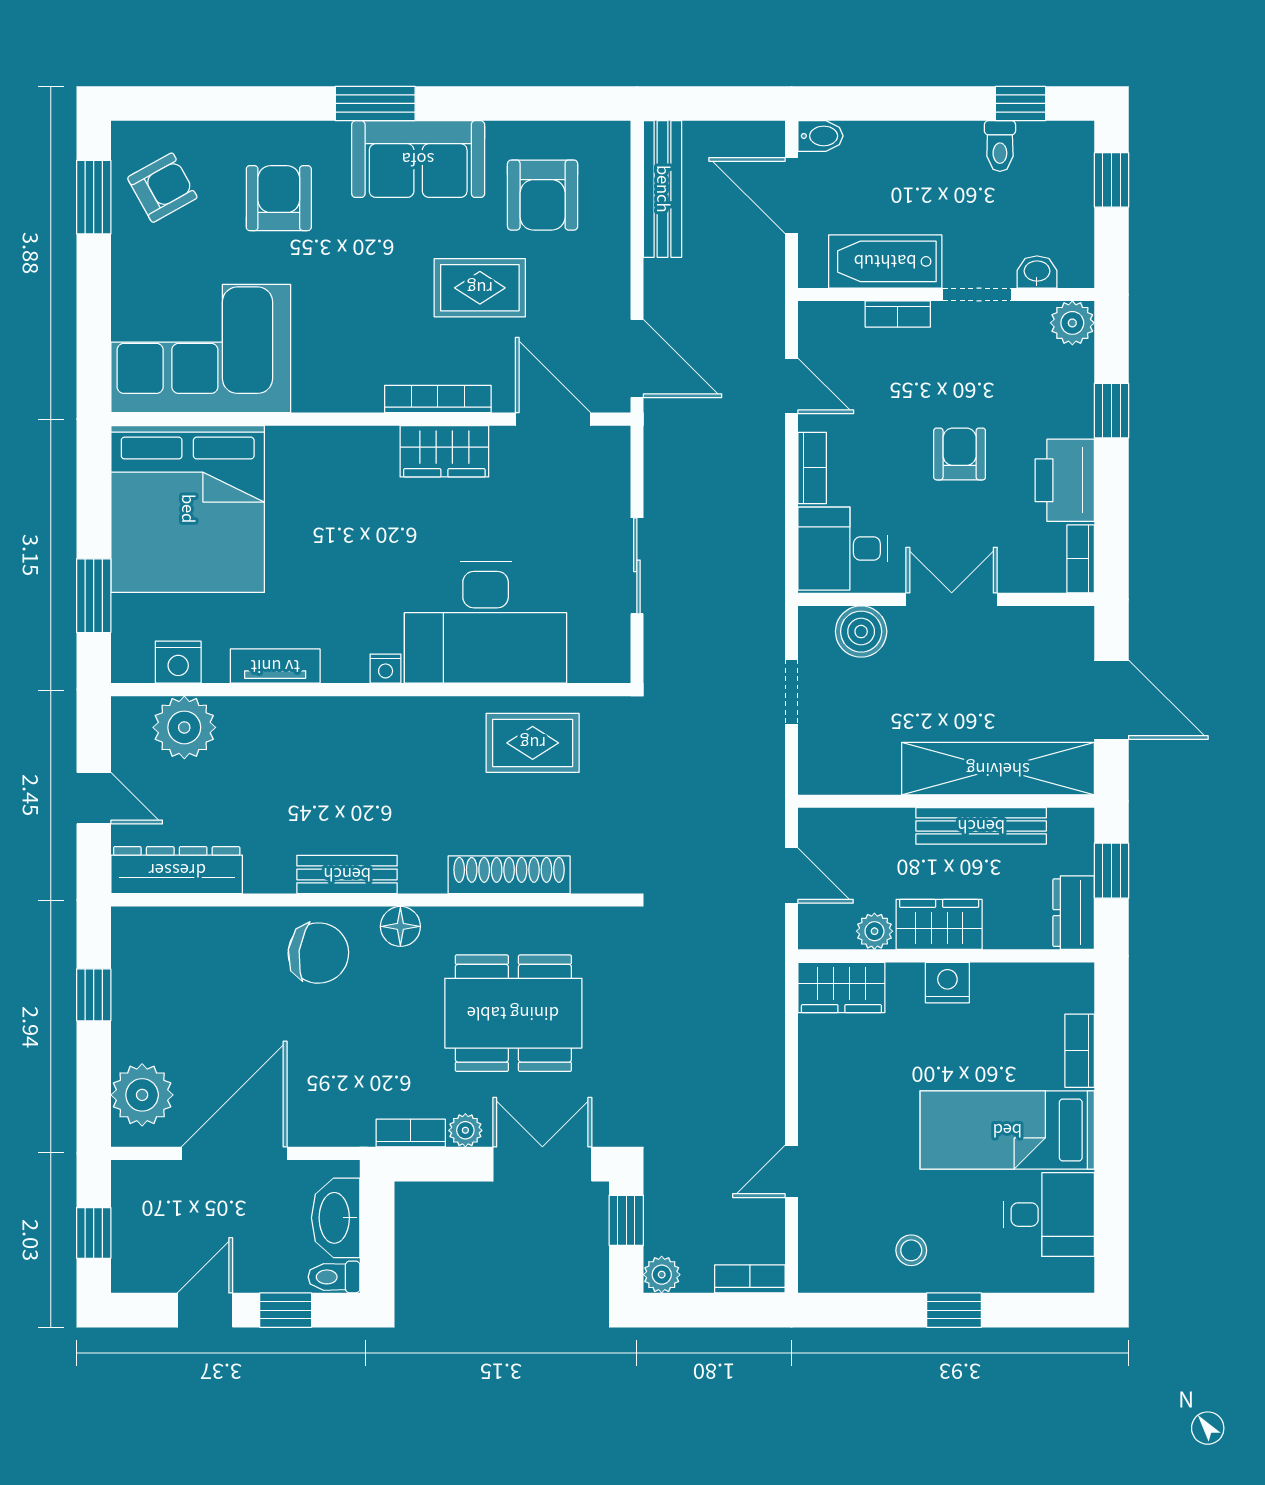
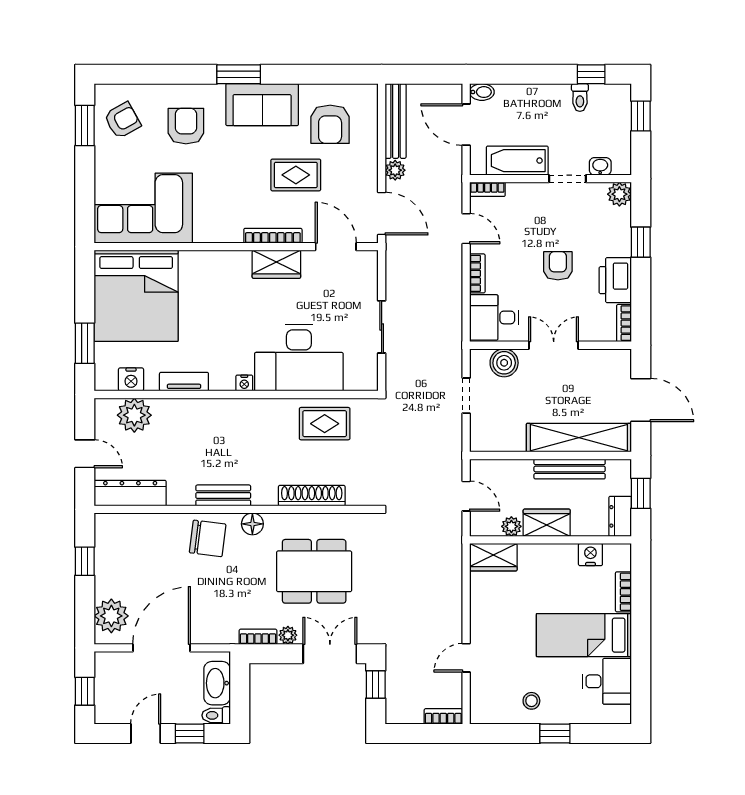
bookcase: (898, 314) -> (487, 189), moved
nightstand: (947, 983) -> (590, 555), moved
plant: (662, 1275) -> (395, 170), moved

